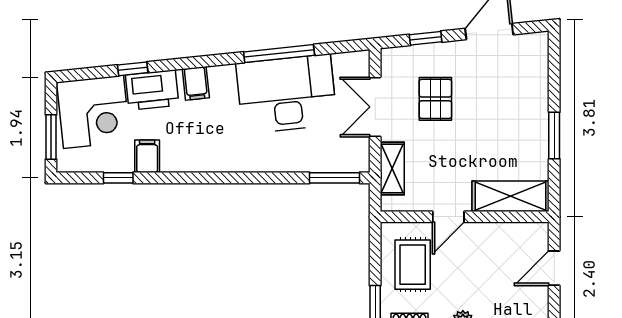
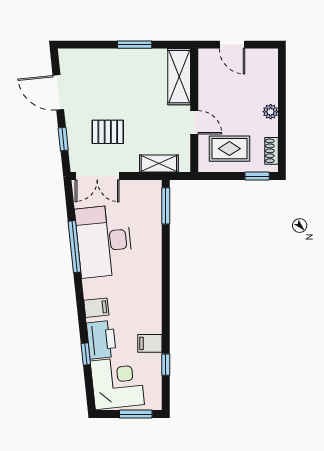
double door: (375, 107) -> (97, 176), moved

